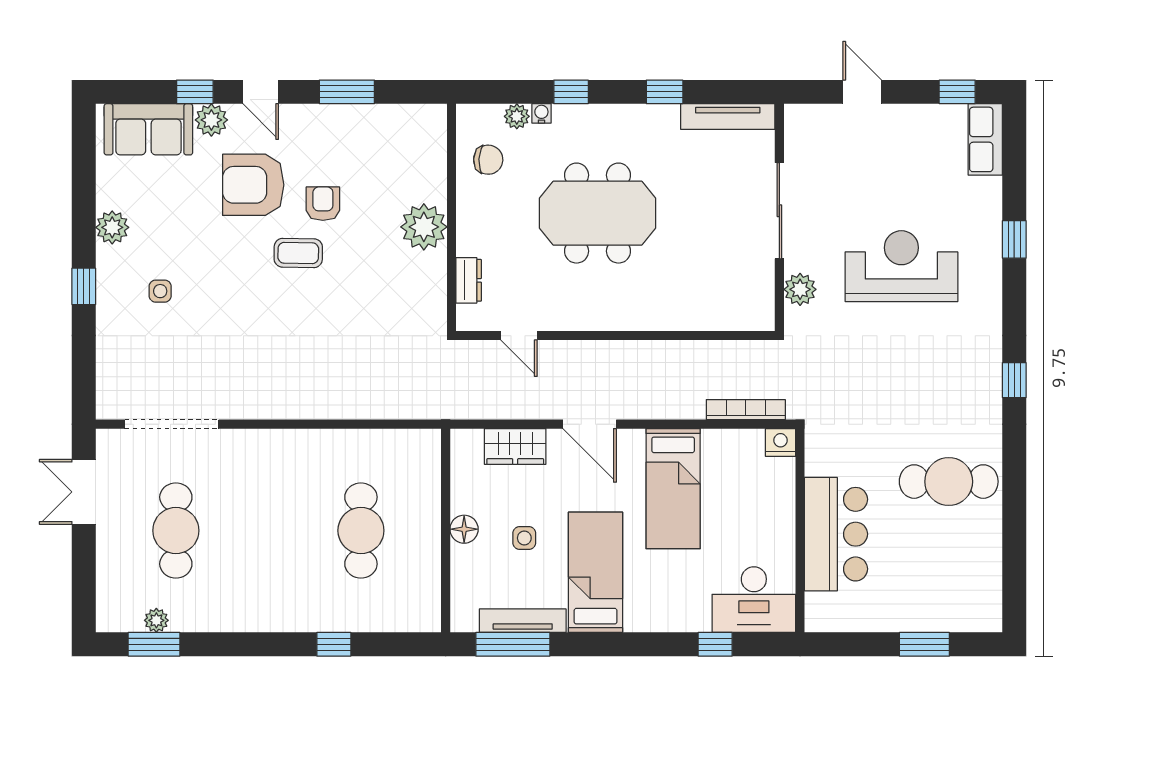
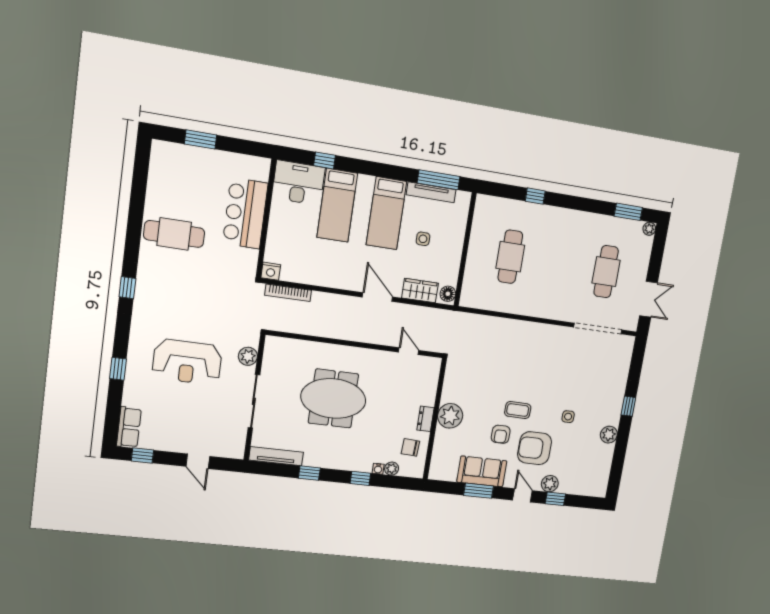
sofa: (148, 129) -> (482, 471), moved
armchair: (253, 185) -> (535, 448), turned 180
meeting table: (597, 213) -> (333, 398), moved
dresser: (469, 280) -> (425, 419), moved
side table: (160, 291) -> (568, 417), moved
bed: (673, 489) -> (337, 205), moved, turned 180
floor lamp: (464, 529) -> (448, 294), moved
plant: (156, 620) -> (649, 229), moved

